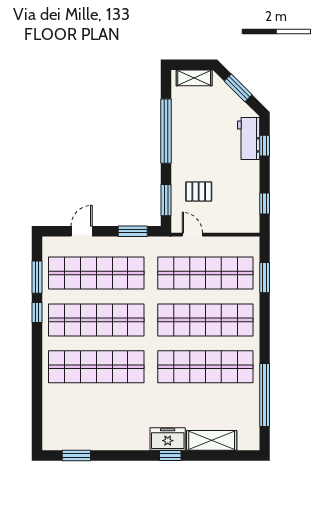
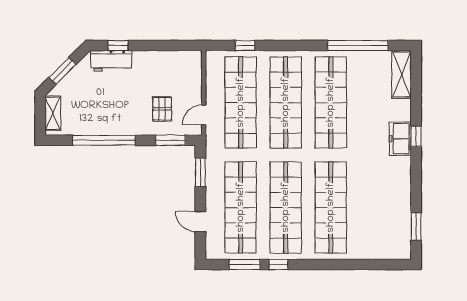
window: (265, 204) -> (174, 45), removed
window: (265, 278) -> (245, 45), width x0.67
shelving: (212, 440) -> (402, 74), moved

